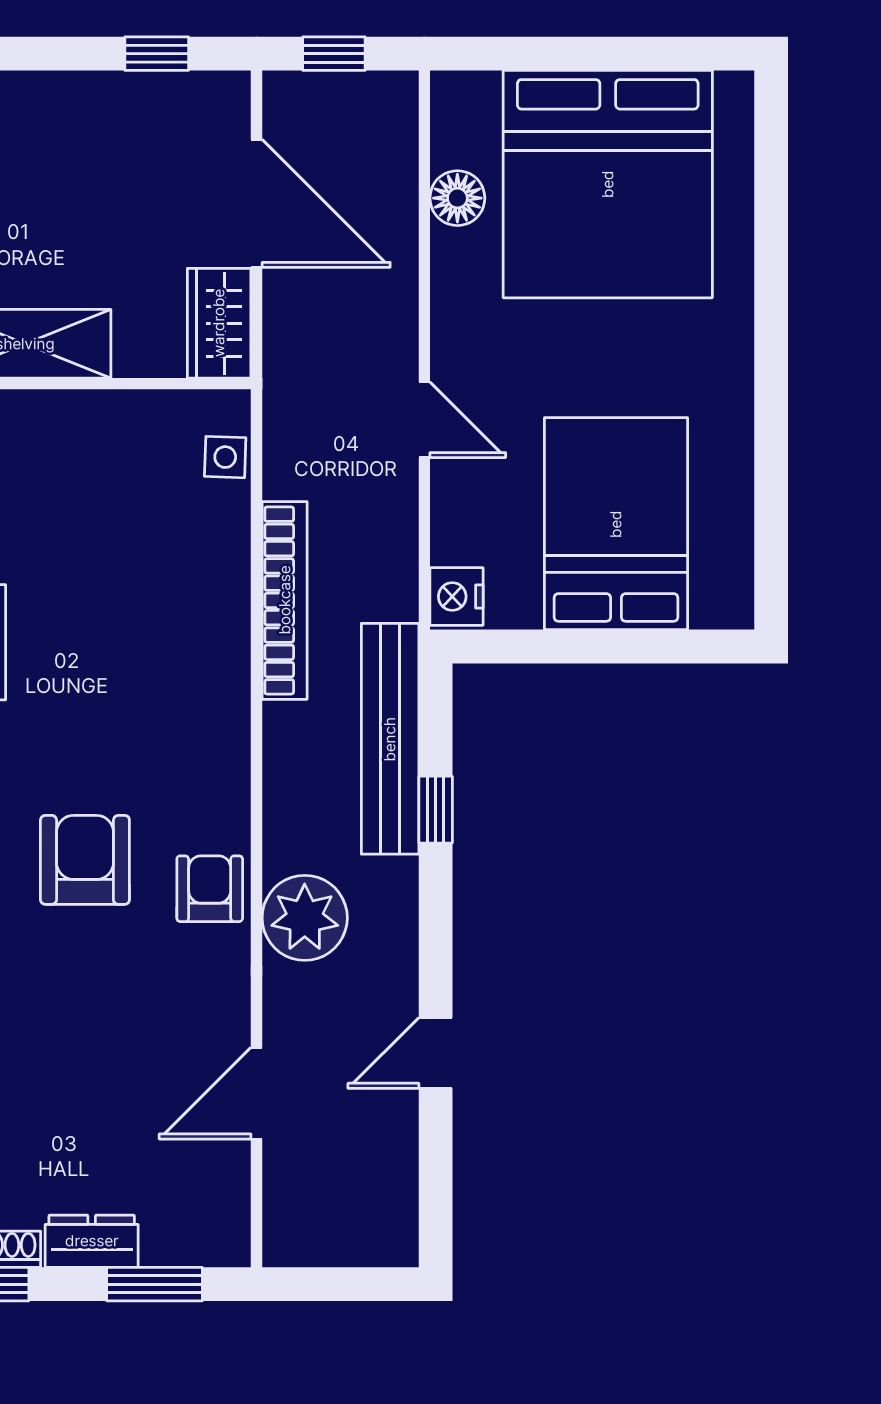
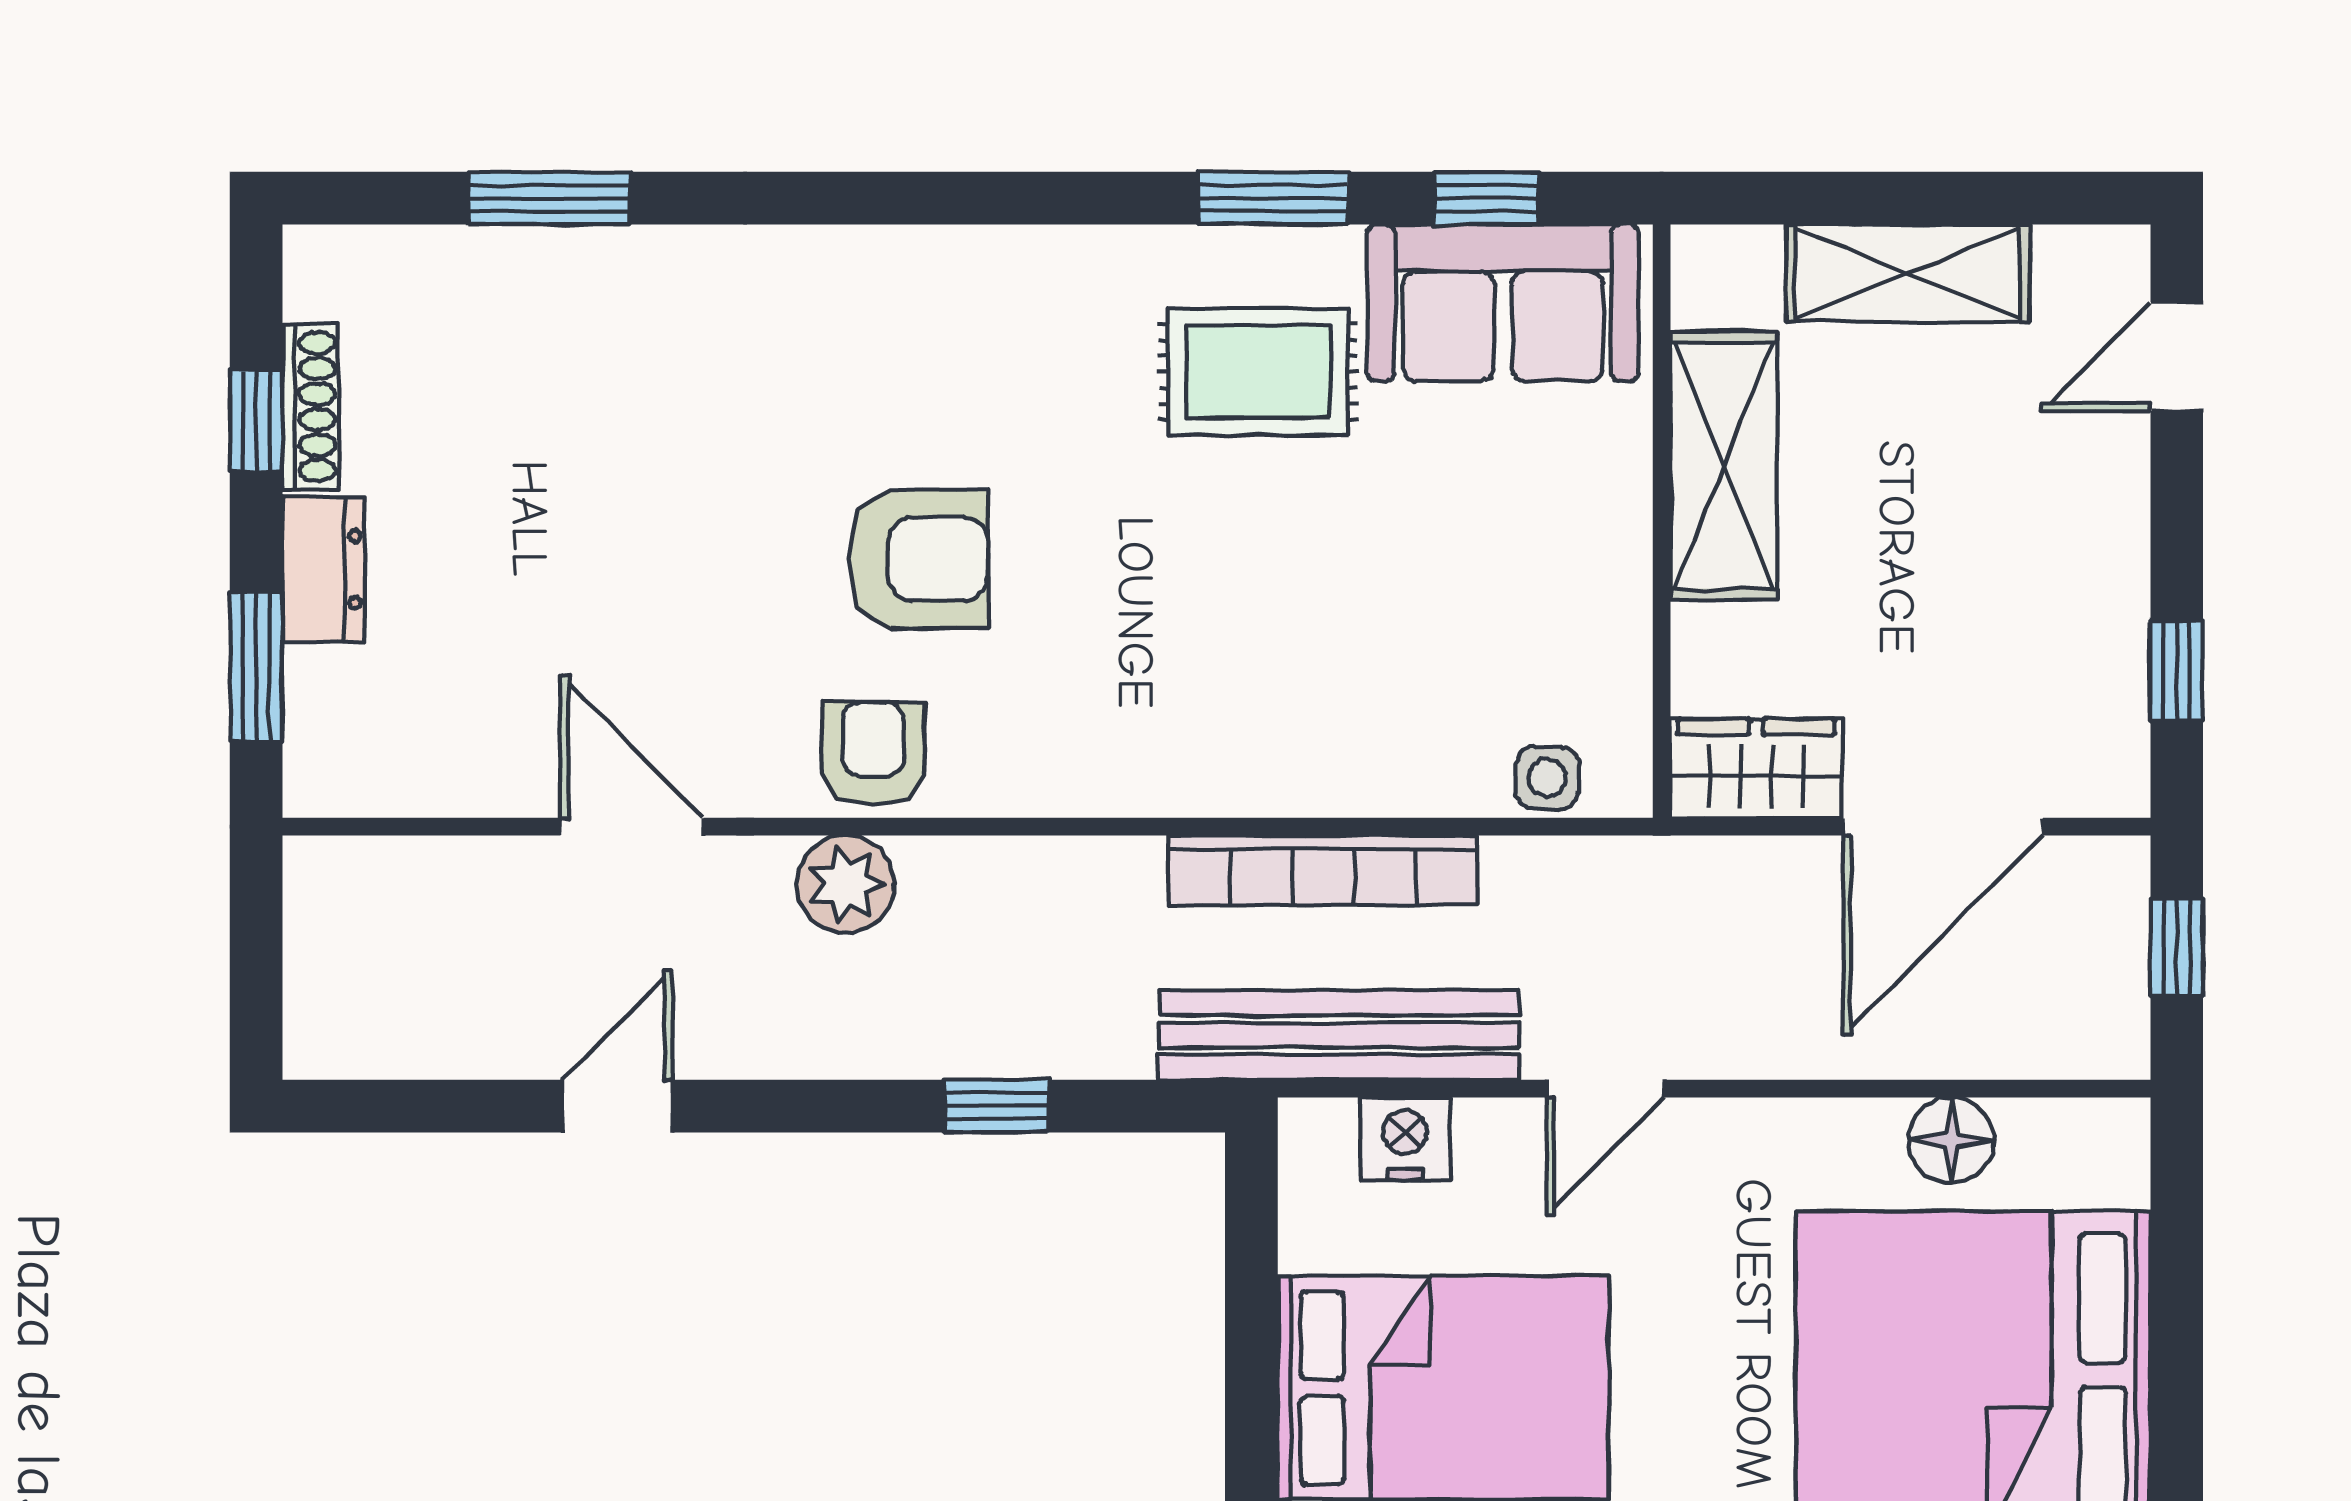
nightstand: (456, 597) -> (1405, 1139), moved
bench: (390, 739) -> (1339, 1035), moved
armchair: (210, 889) -> (873, 754), turned -90
plant: (305, 918) -> (846, 884), width x0.73, depth x0.73
door: (436, 1053) -> (617, 1106), hinge flipped
door: (257, 1093) -> (632, 827), moved

